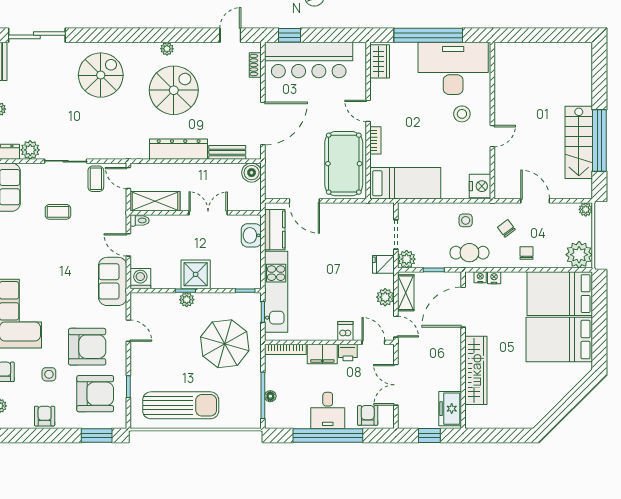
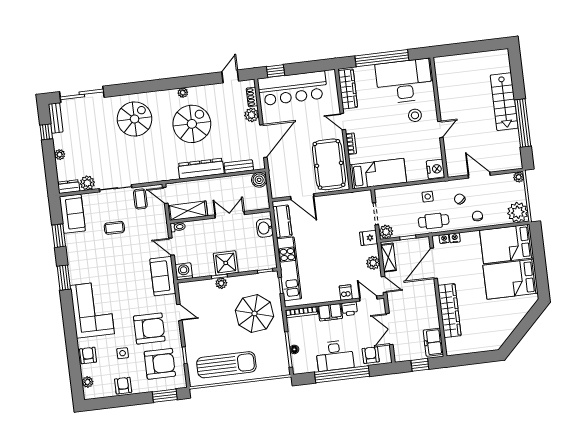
wardrobe: (380, 61) -> (348, 89), width x1.50
plant: (252, 88) -> (252, 115), added
stairs: (579, 142) -> (504, 102), moved
desk: (328, 410) -> (335, 356), width x1.37

